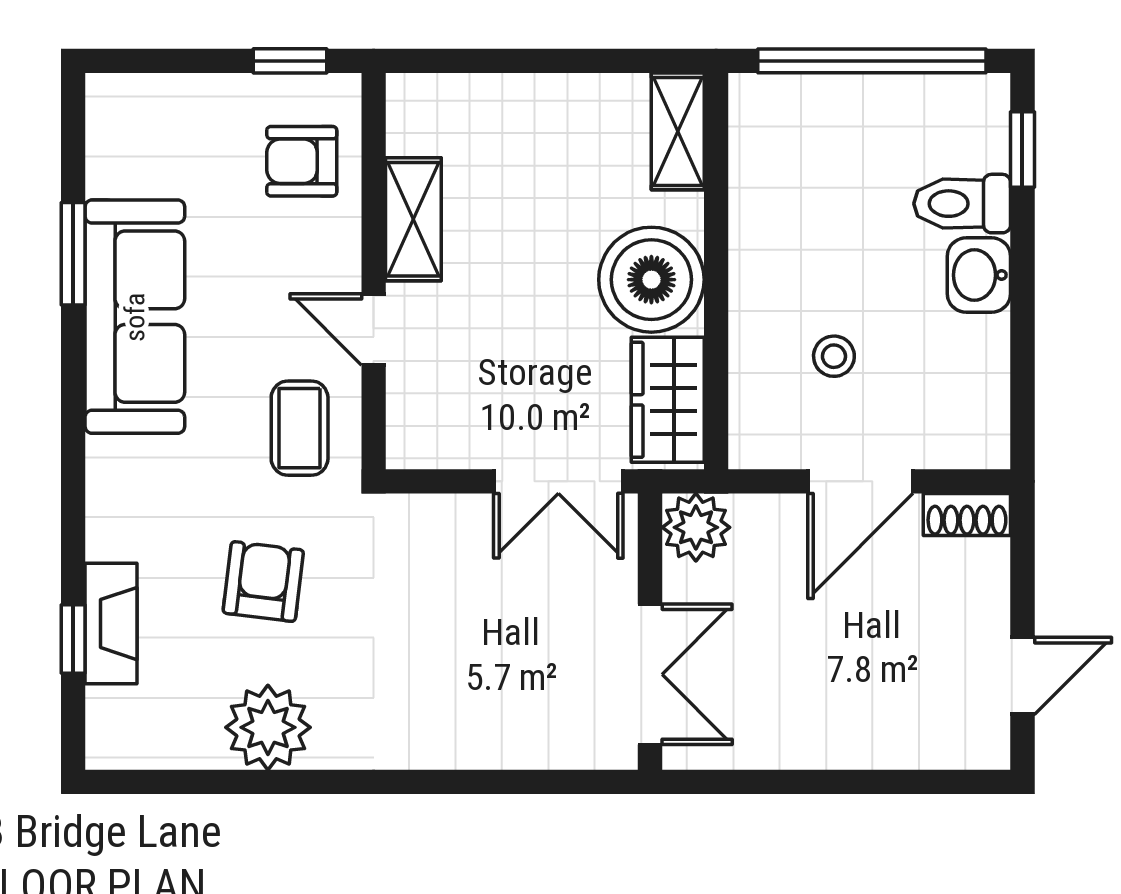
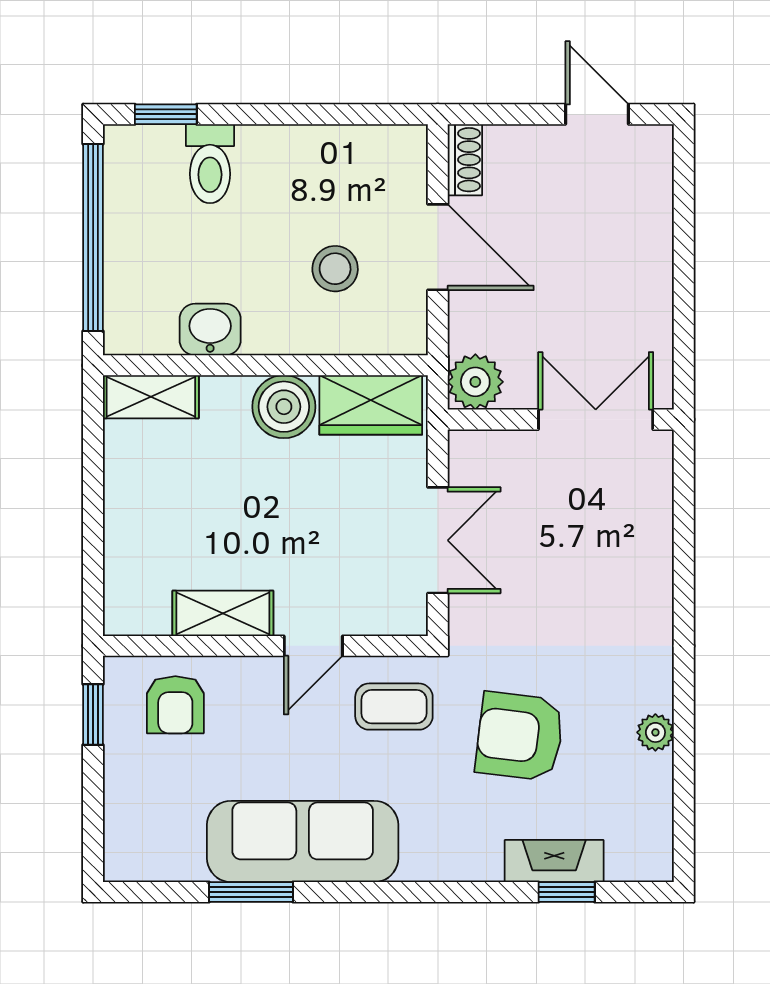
washbasin: (979, 275) -> (210, 330), moved, turned 180
boiler: (651, 280) -> (284, 407), width x0.73, depth x0.73
stool: (834, 356) -> (335, 269), width x1.37, depth x1.37
double door: (558, 481) -> (438, 540), moved
armchair: (263, 582) -> (520, 736), width x1.38, depth x1.38
plant: (268, 727) -> (655, 732), width x0.53, depth x0.53

